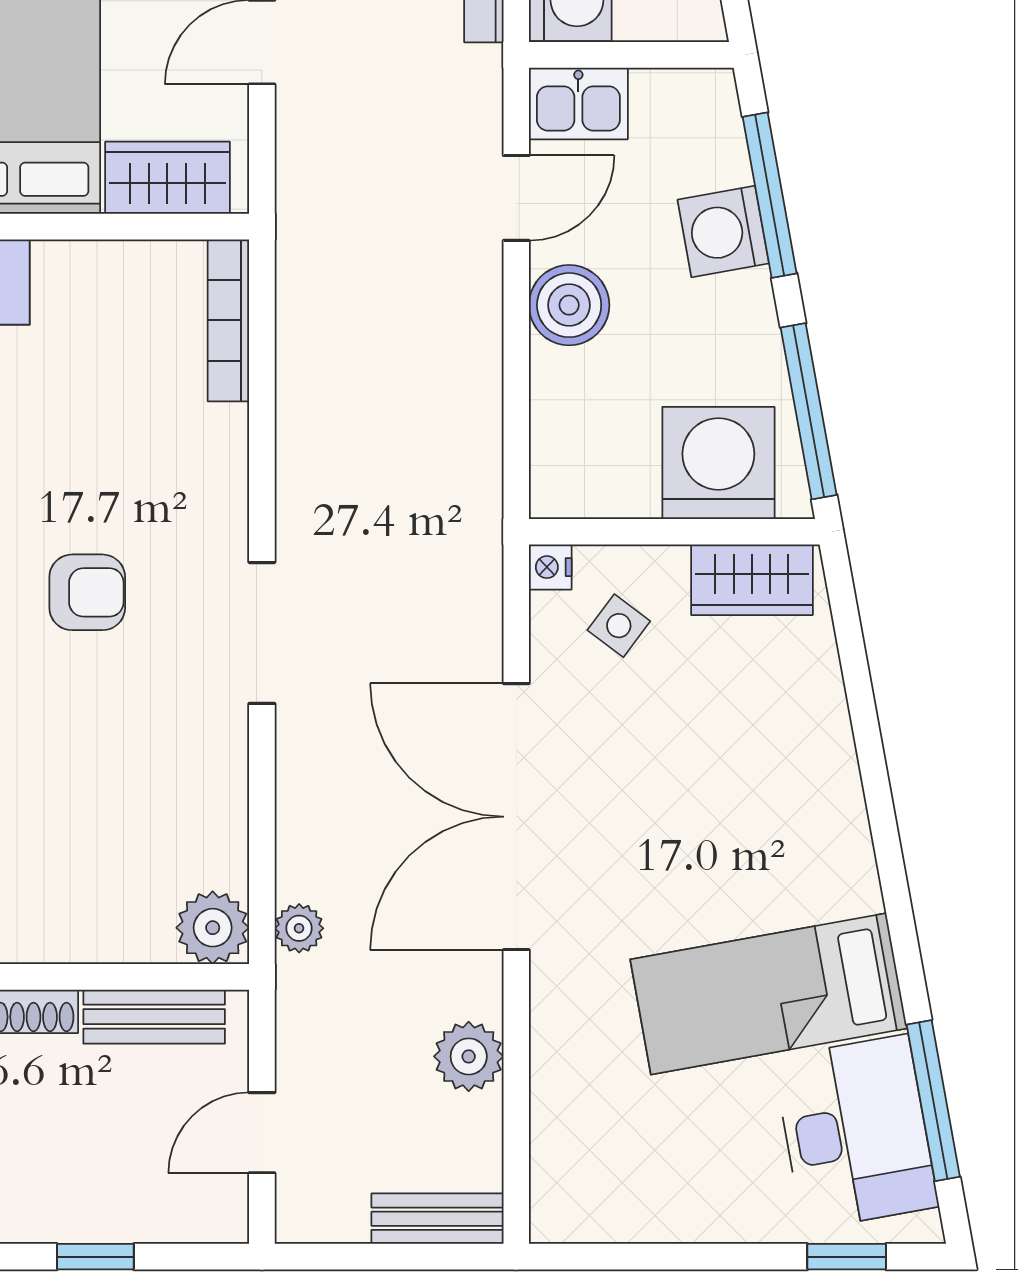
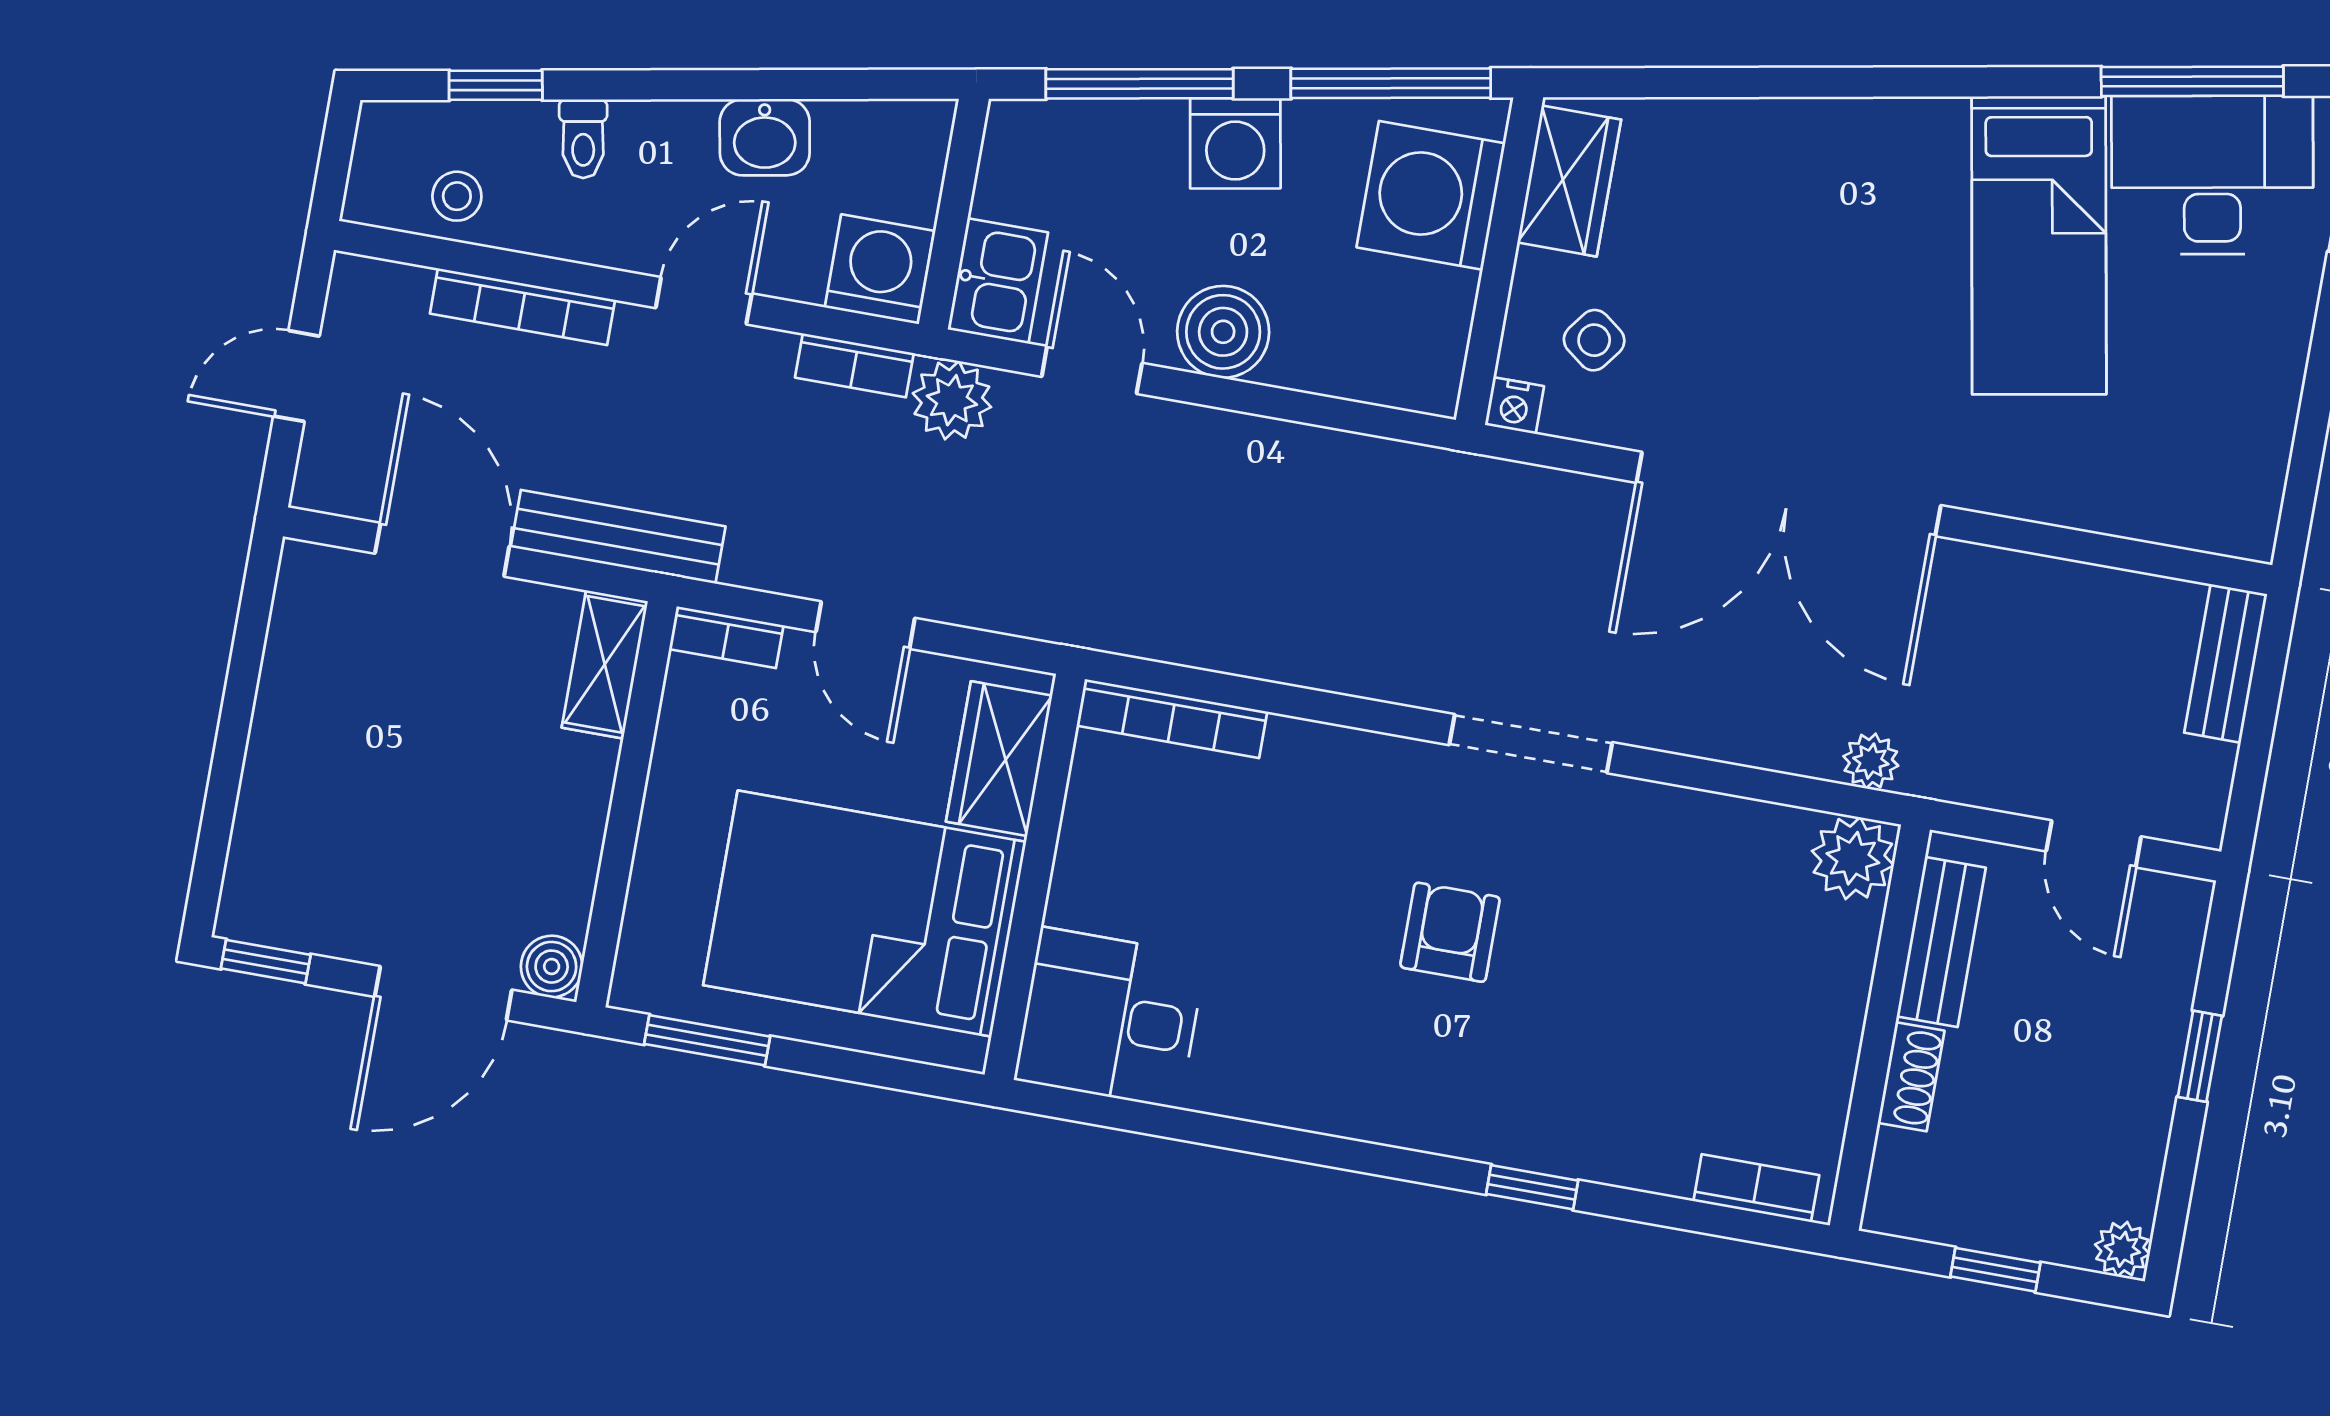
washing machine: (723, 232) -> (1235, 143), moved
plant: (469, 1056) -> (952, 400), moved

